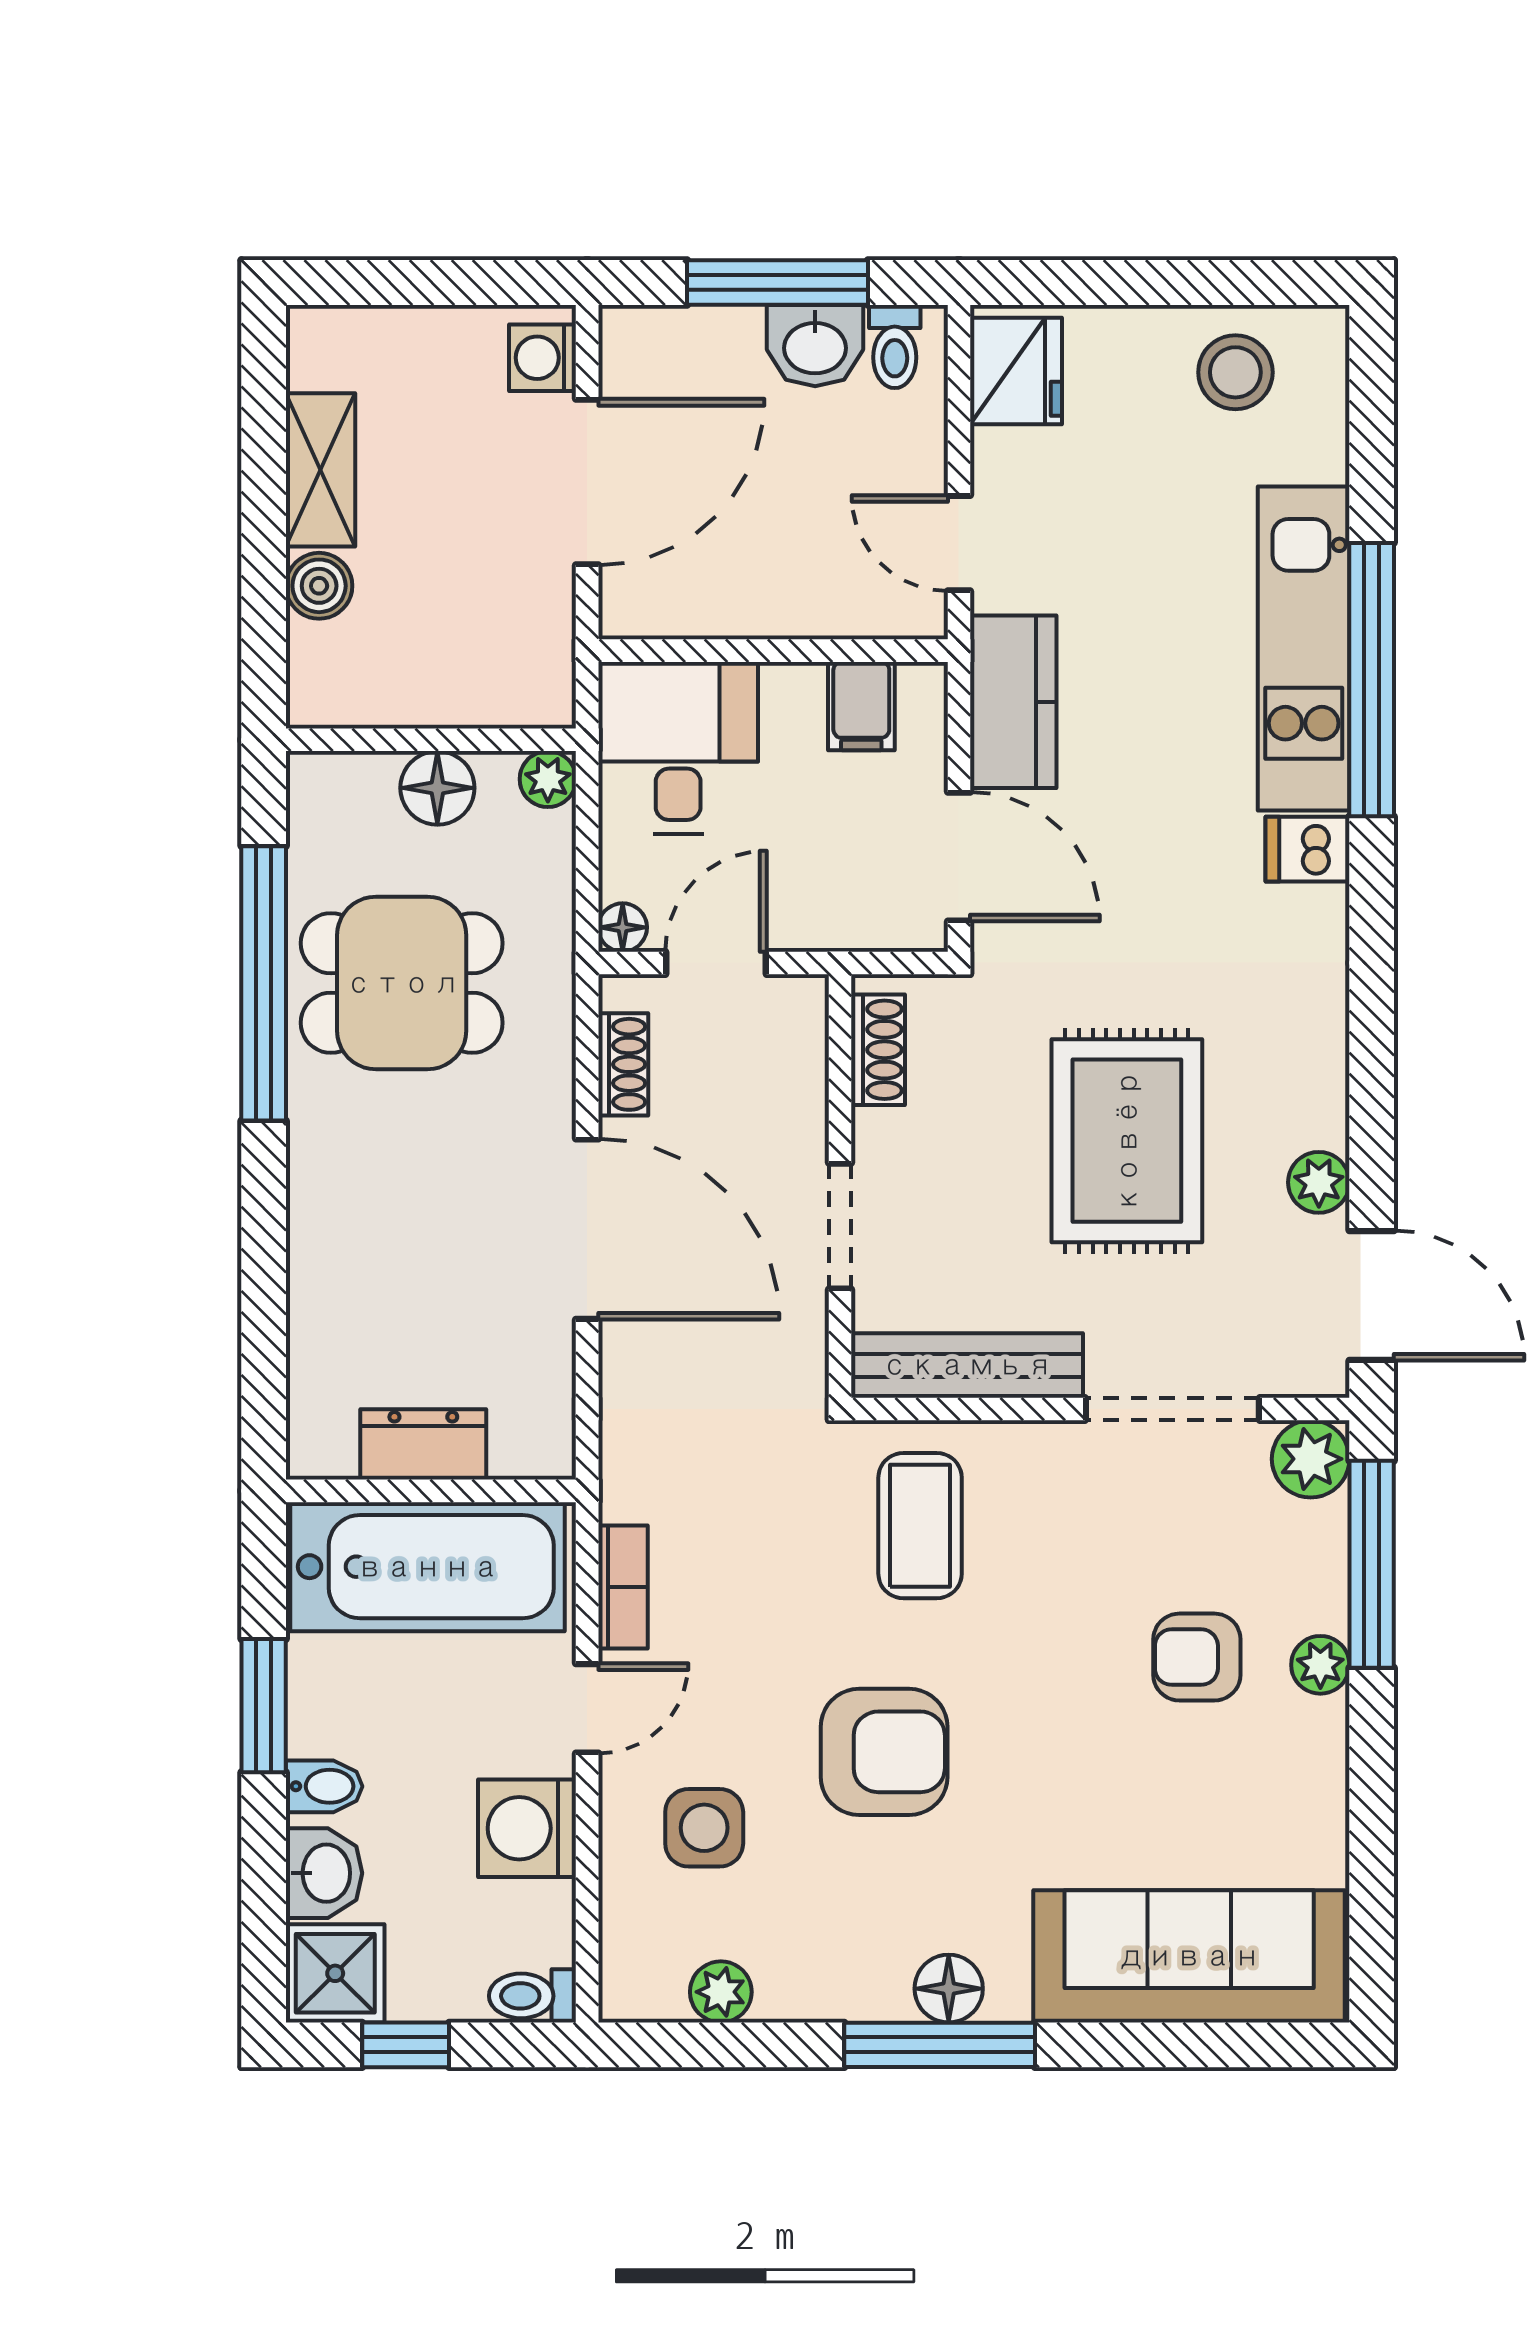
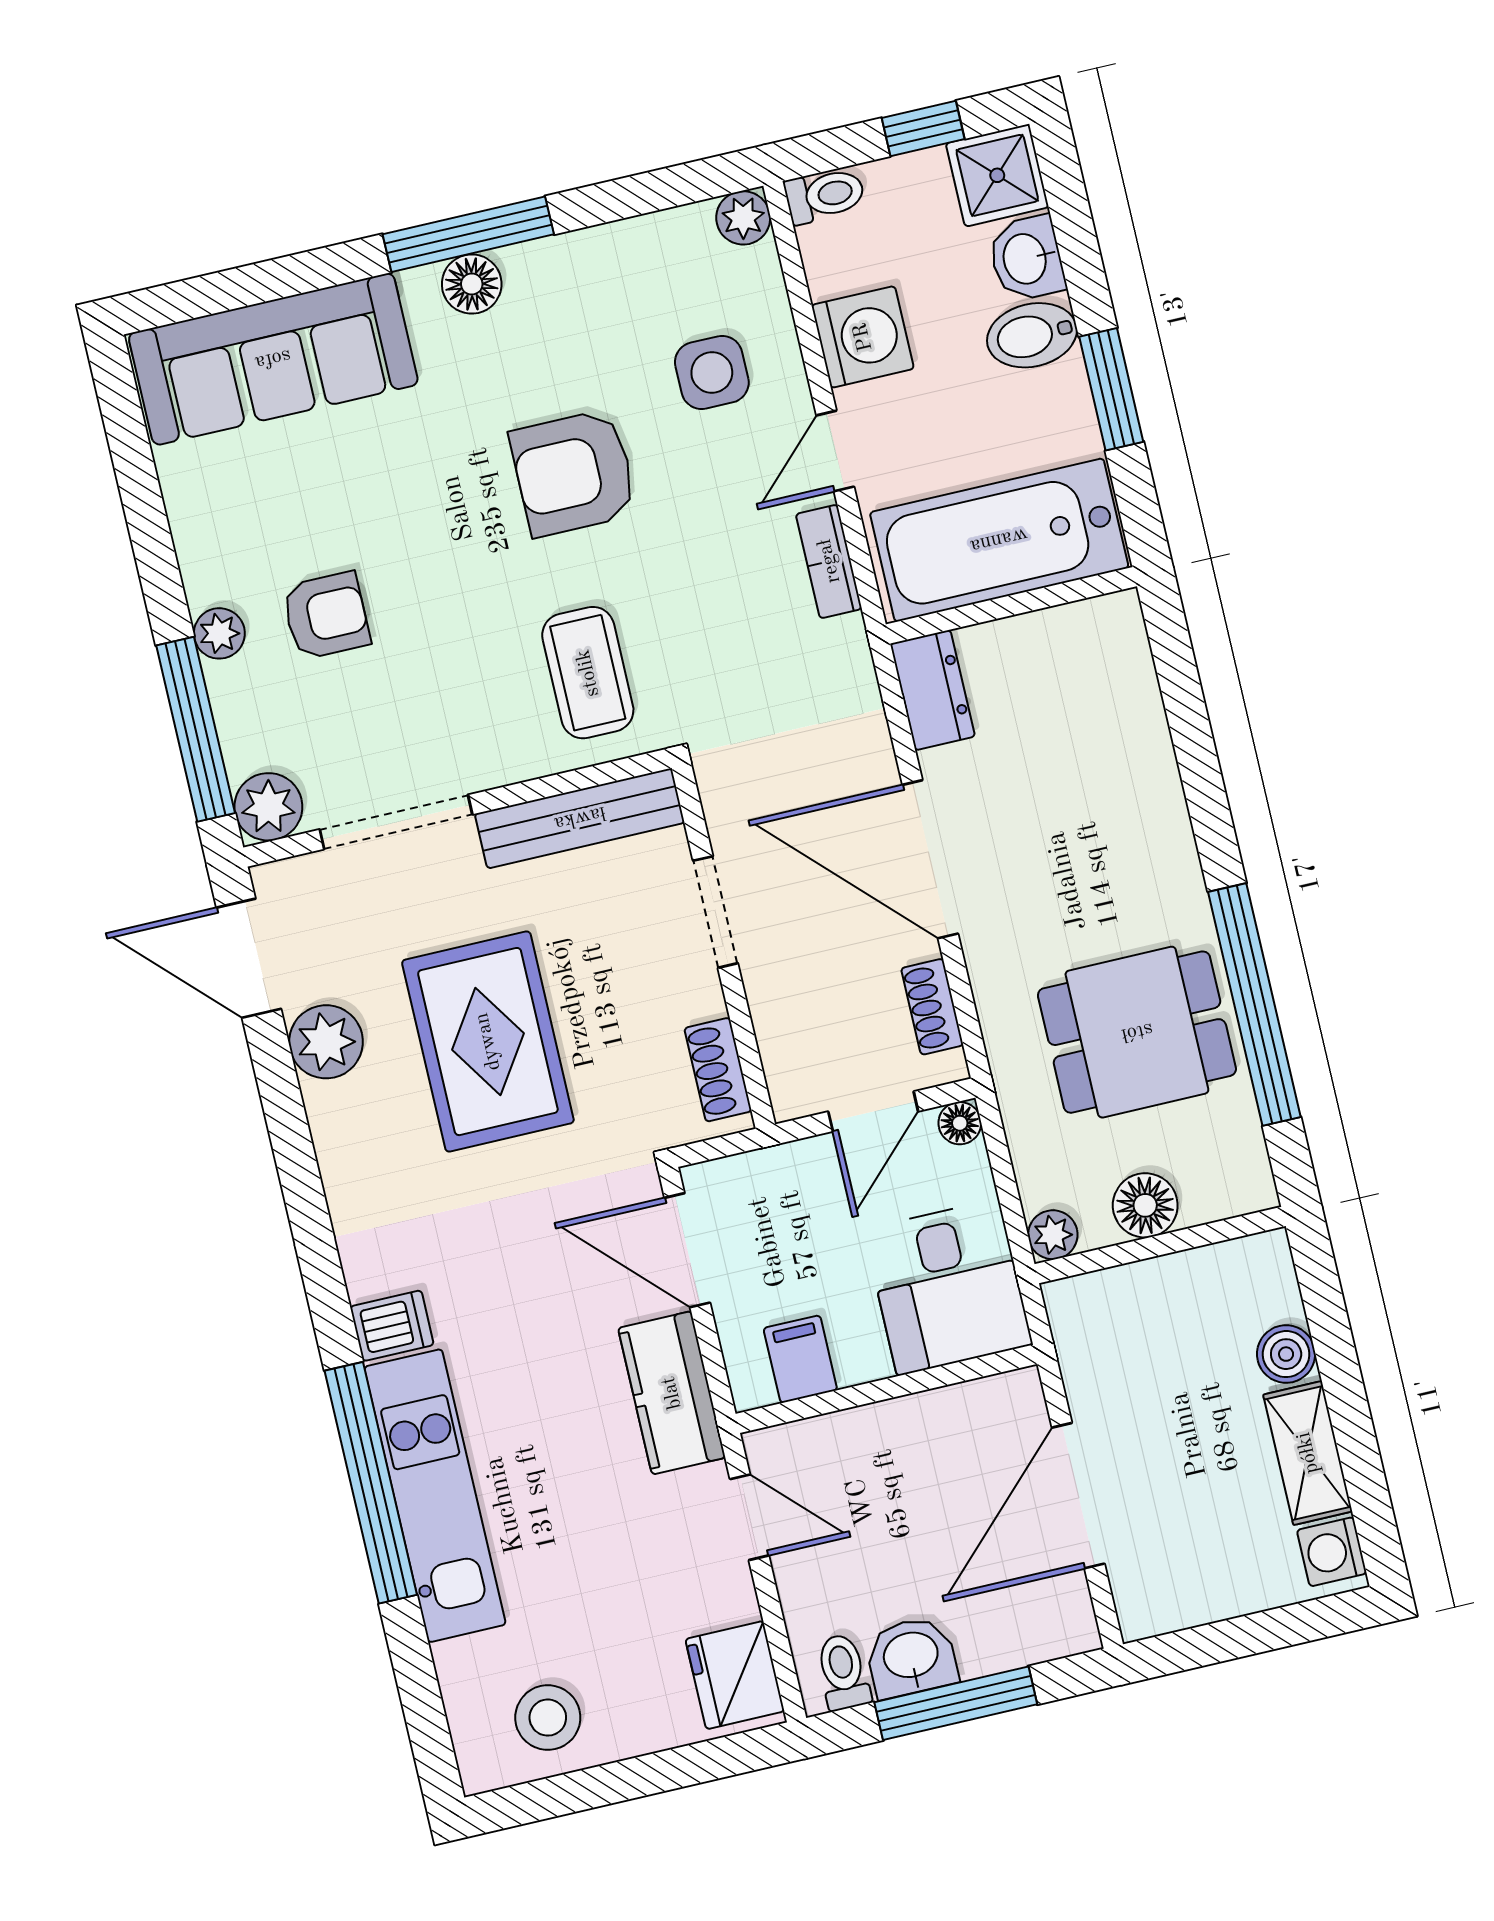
washing machine: (543, 358) -> (1332, 1552), moved, turned 180
plant: (1319, 1182) -> (326, 1042), width x1.38, depth x1.38
dresser: (423, 1444) -> (933, 690), moved, turned -90
bidet: (324, 1786) -> (1032, 335), width x1.38, depth x1.36
plant: (721, 1992) -> (743, 218), moved

